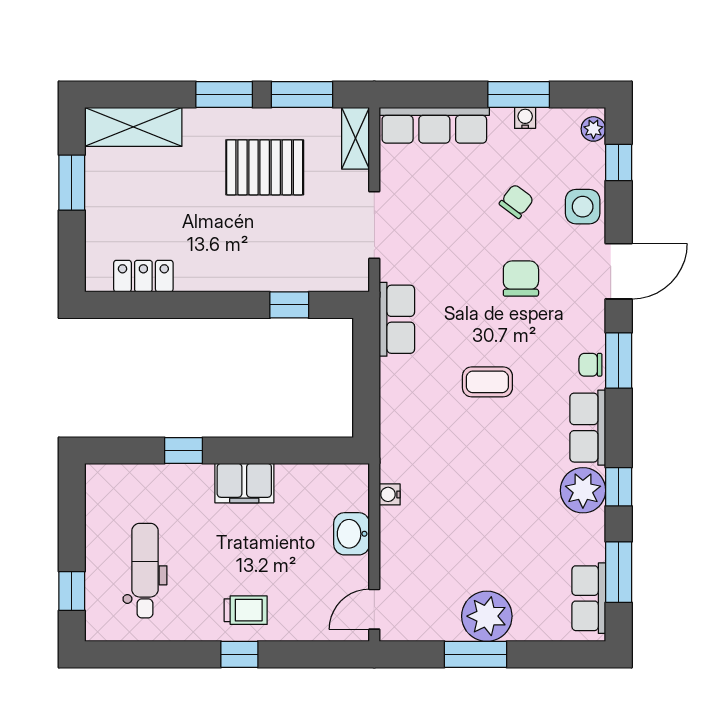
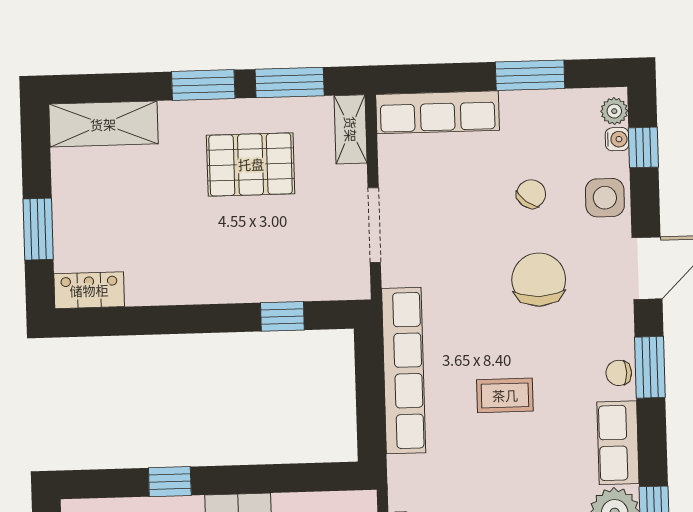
water cooler: (525, 118) -> (617, 139), moved, turned 90
window: (72, 183) -> (38, 229), moved
locker: (143, 276) -> (89, 290), moved
chair: (521, 279) -> (539, 280), width x1.37, depth x1.37
row of seats: (397, 319) -> (404, 371), width x2.02

